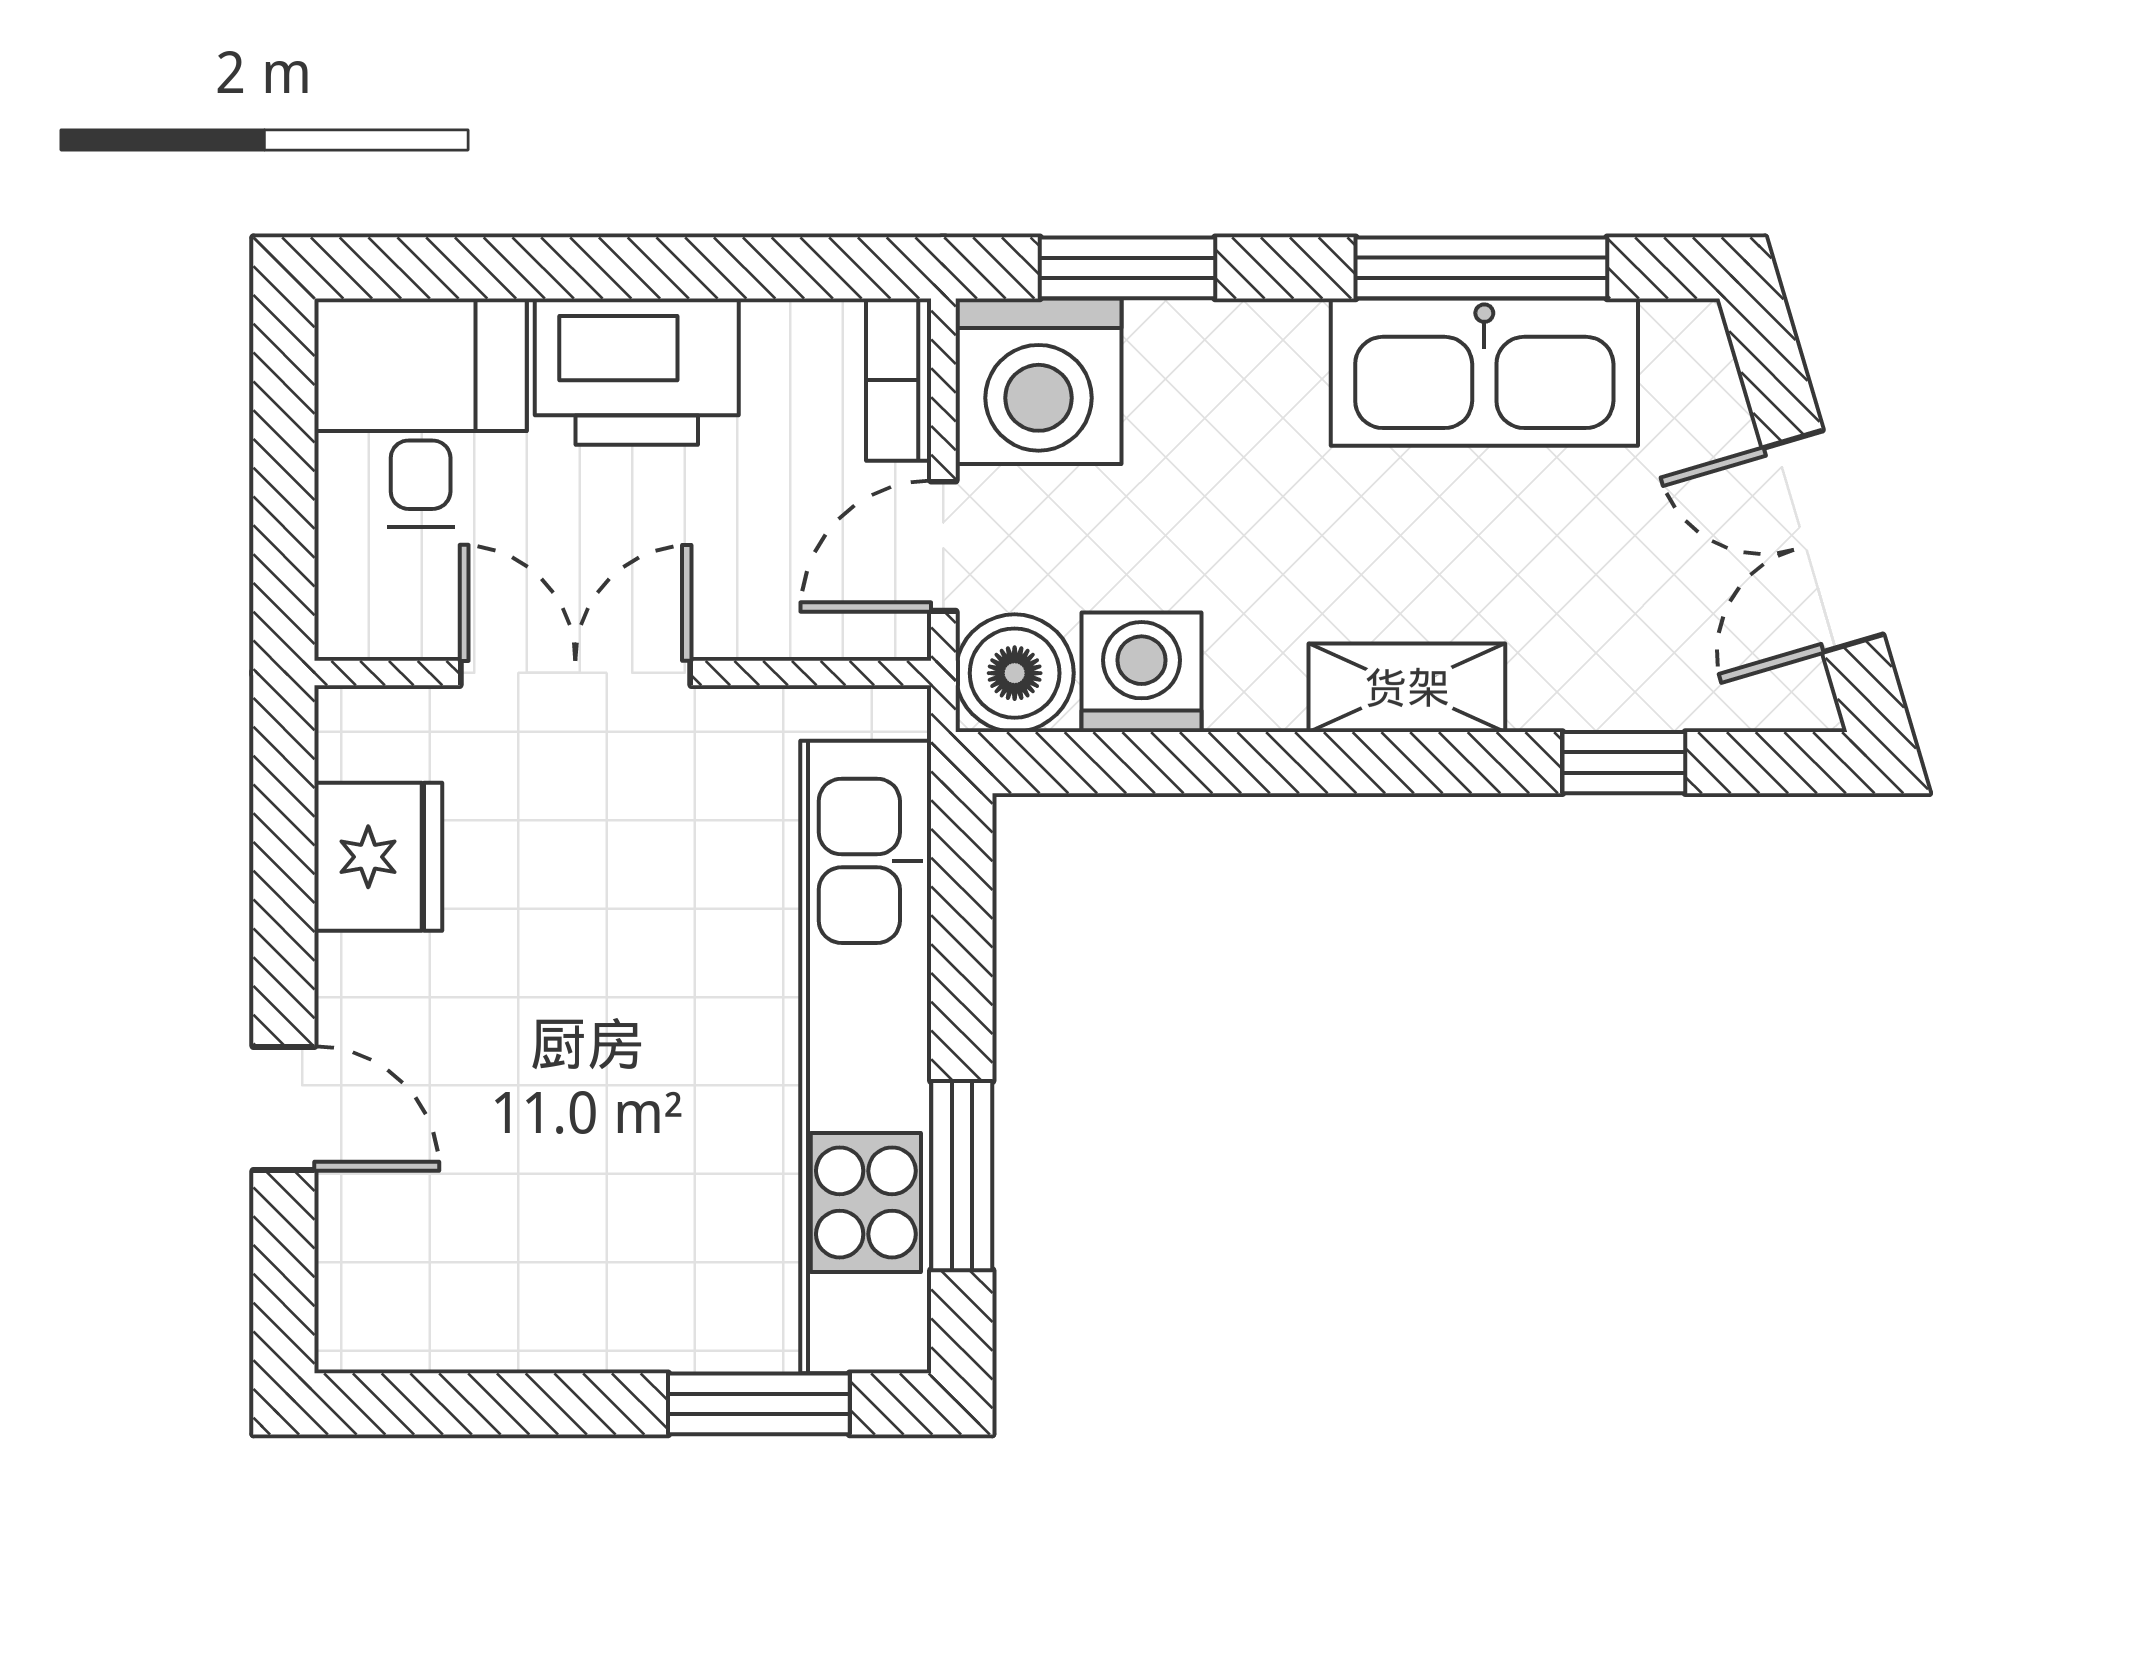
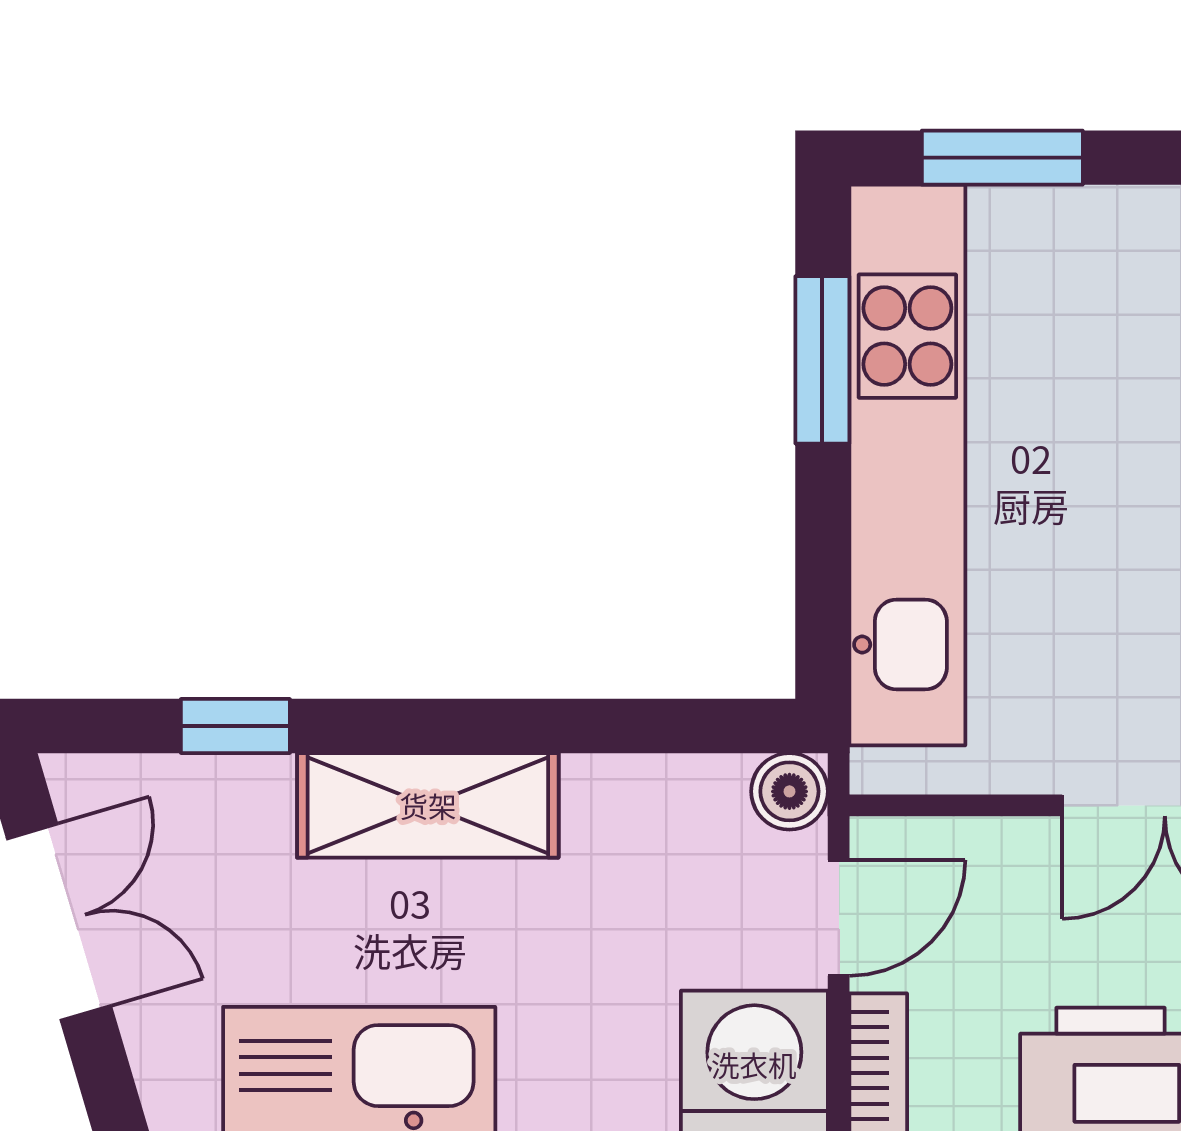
washing machine: (1142, 672) -> (663, 806), removed
boiler: (1015, 673) -> (789, 791), width x0.73, depth x0.73
shelving: (1407, 688) -> (428, 805), width x1.50, depth x1.33

